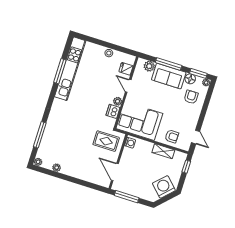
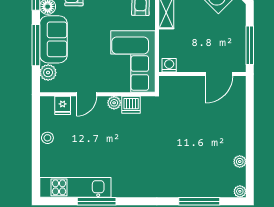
kitchen unit: (70, 69) -> (75, 187), width x0.73
rug: (106, 141) -> (178, 101), removed

